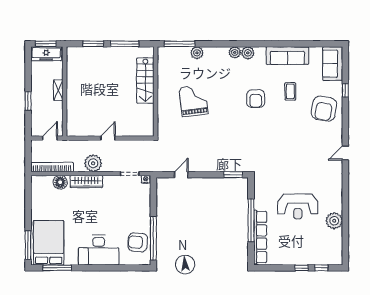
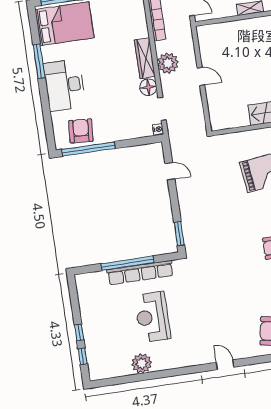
floor lamp: (60, 182) -> (148, 87), moved
row of seats: (260, 237) -> (140, 273), moved
window: (57, 268) -> (39, 61), moved

